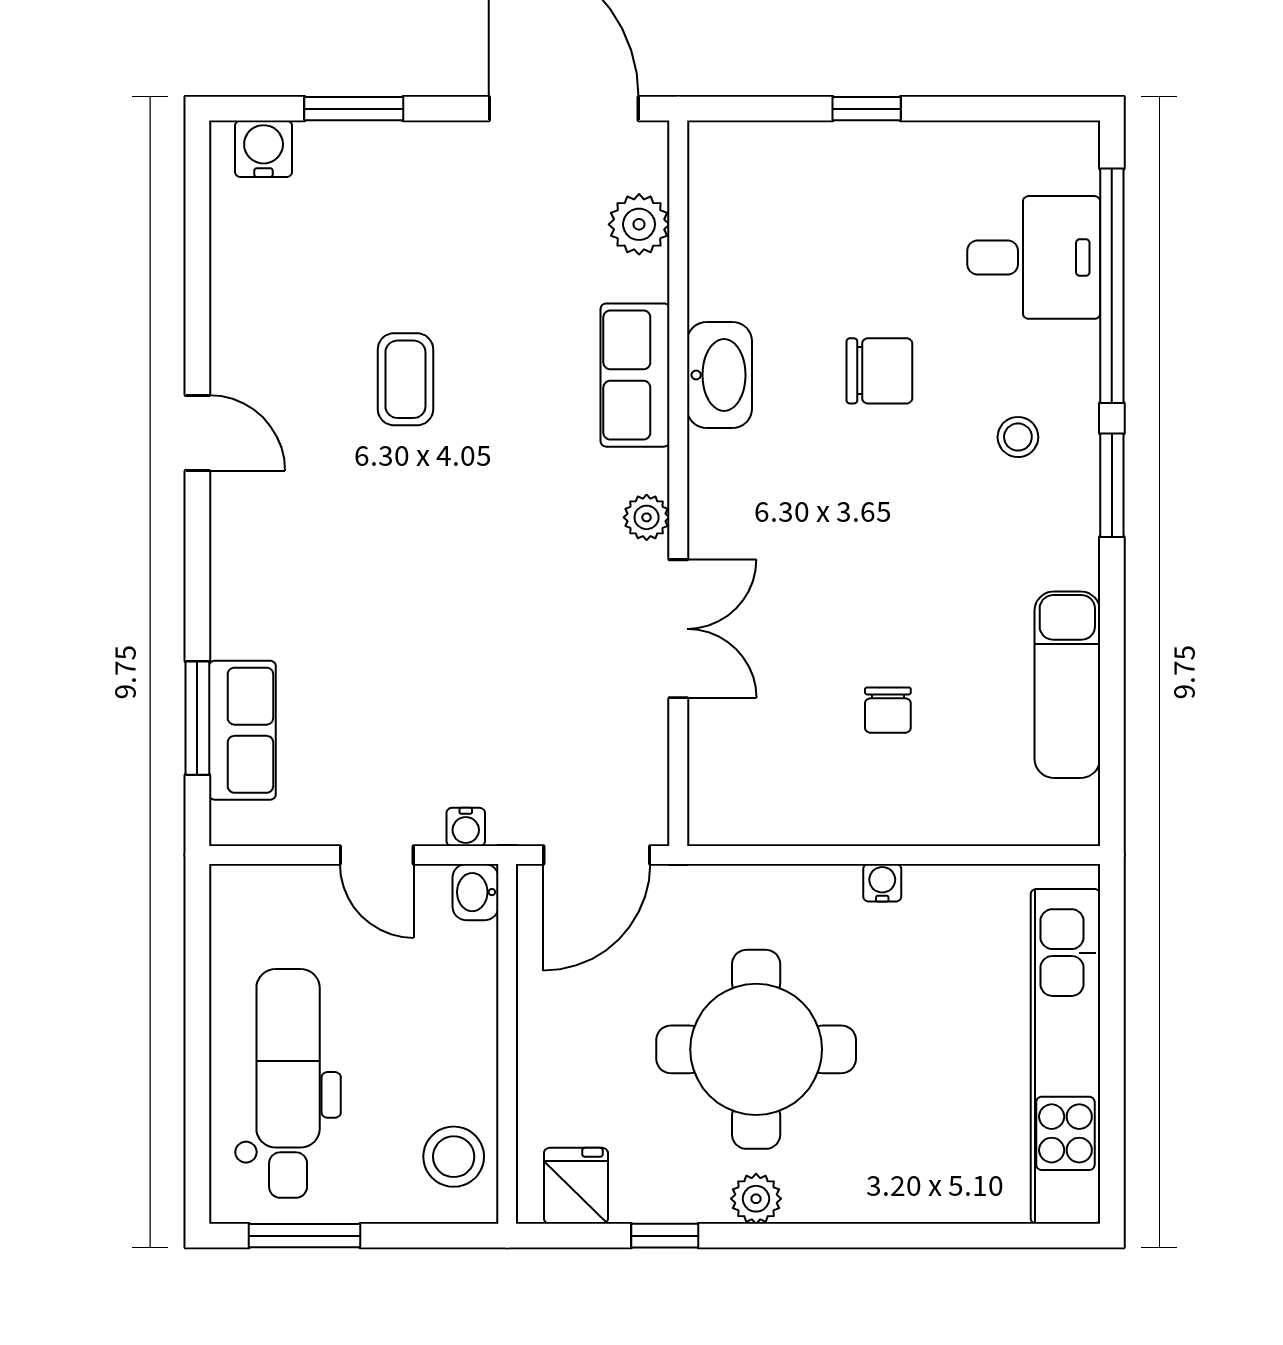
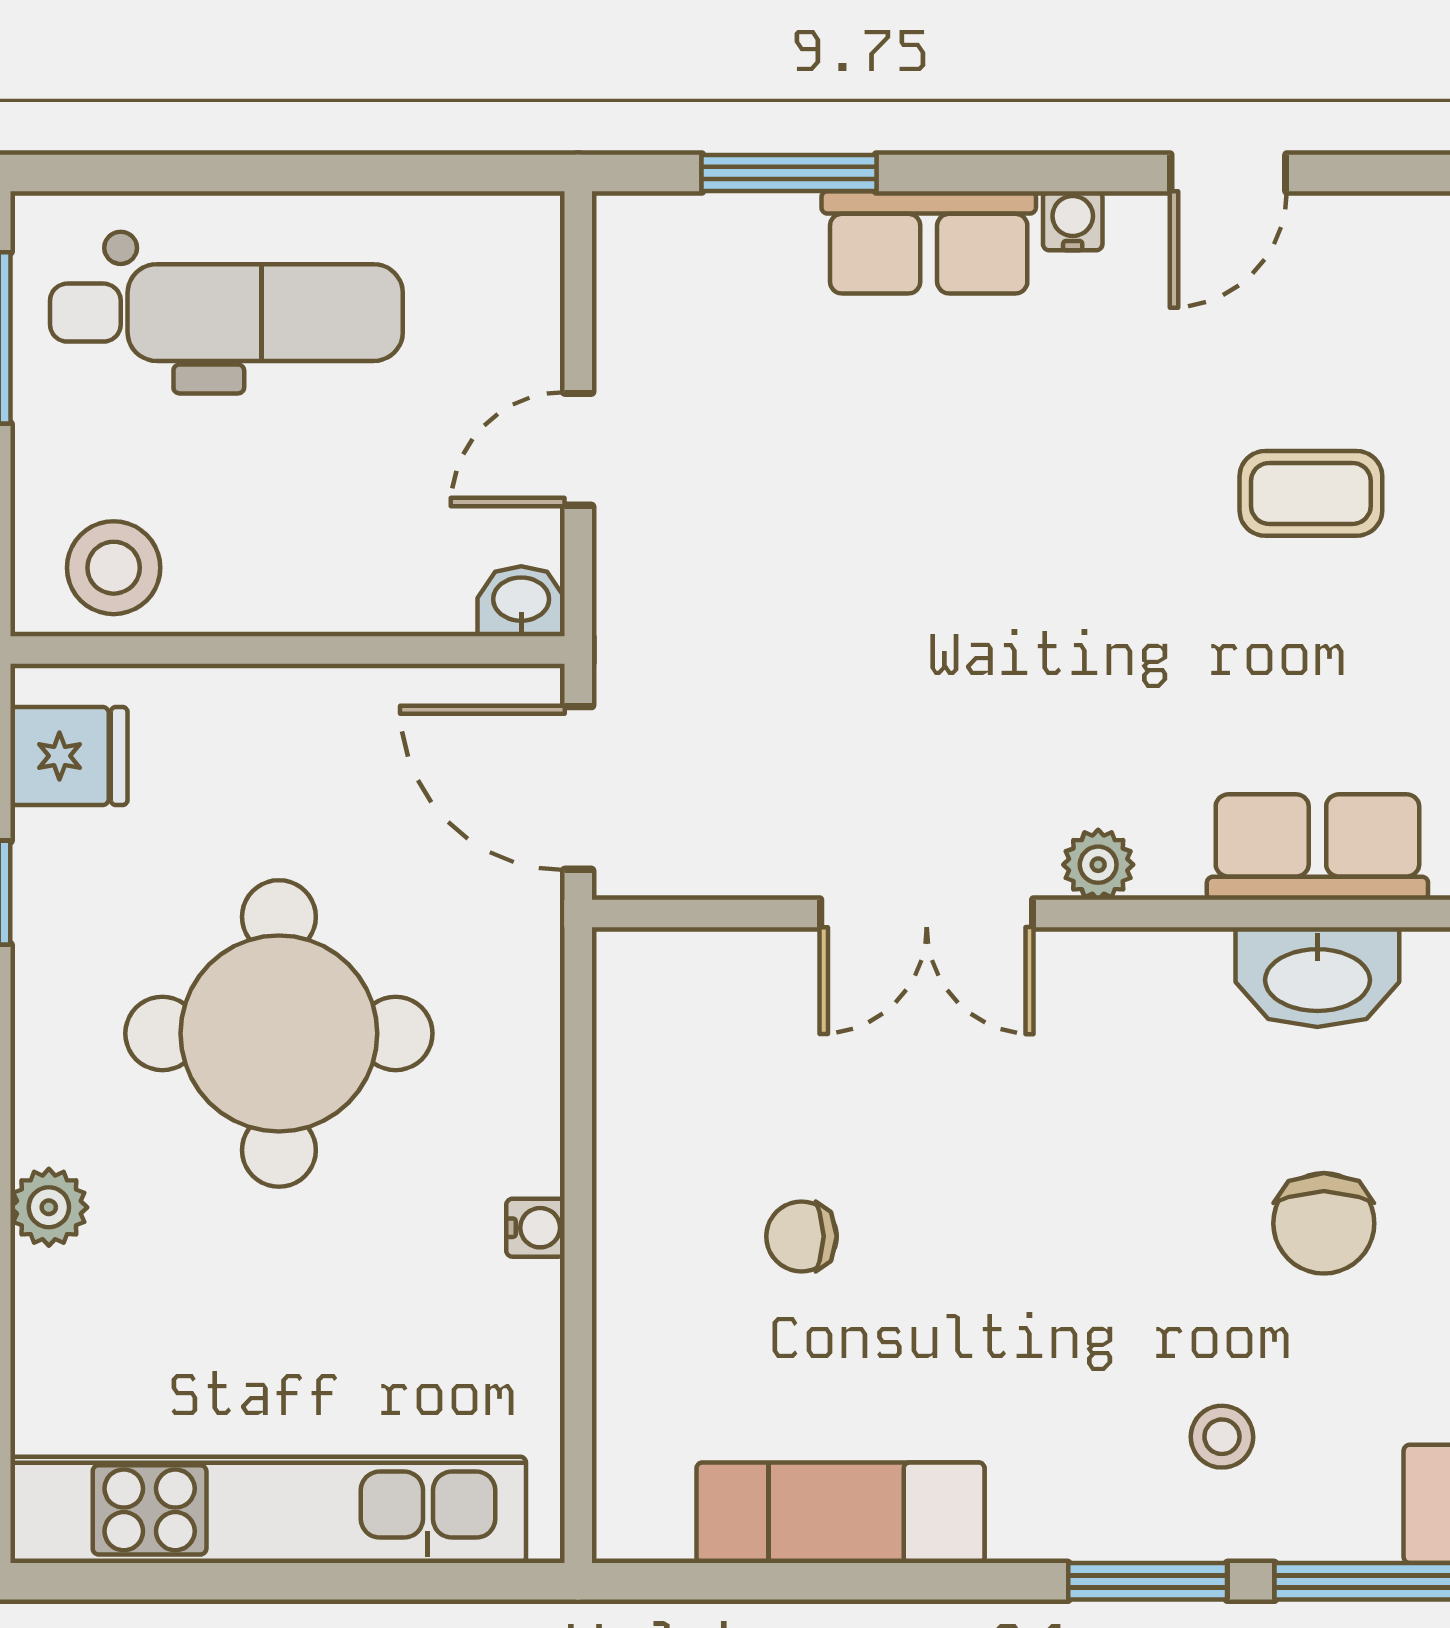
row of seats: (242, 730) -> (929, 242), moved
water cooler: (466, 827) -> (1073, 221), moved, turned 90
plant: (756, 1199) -> (49, 1207), moved

